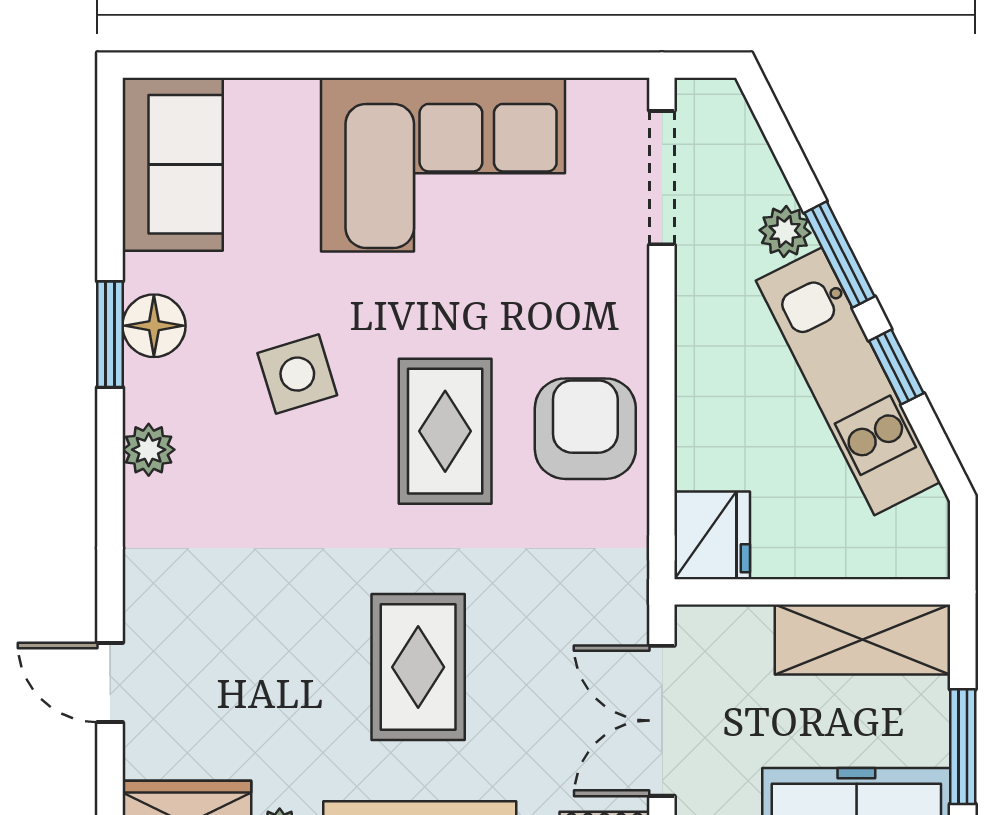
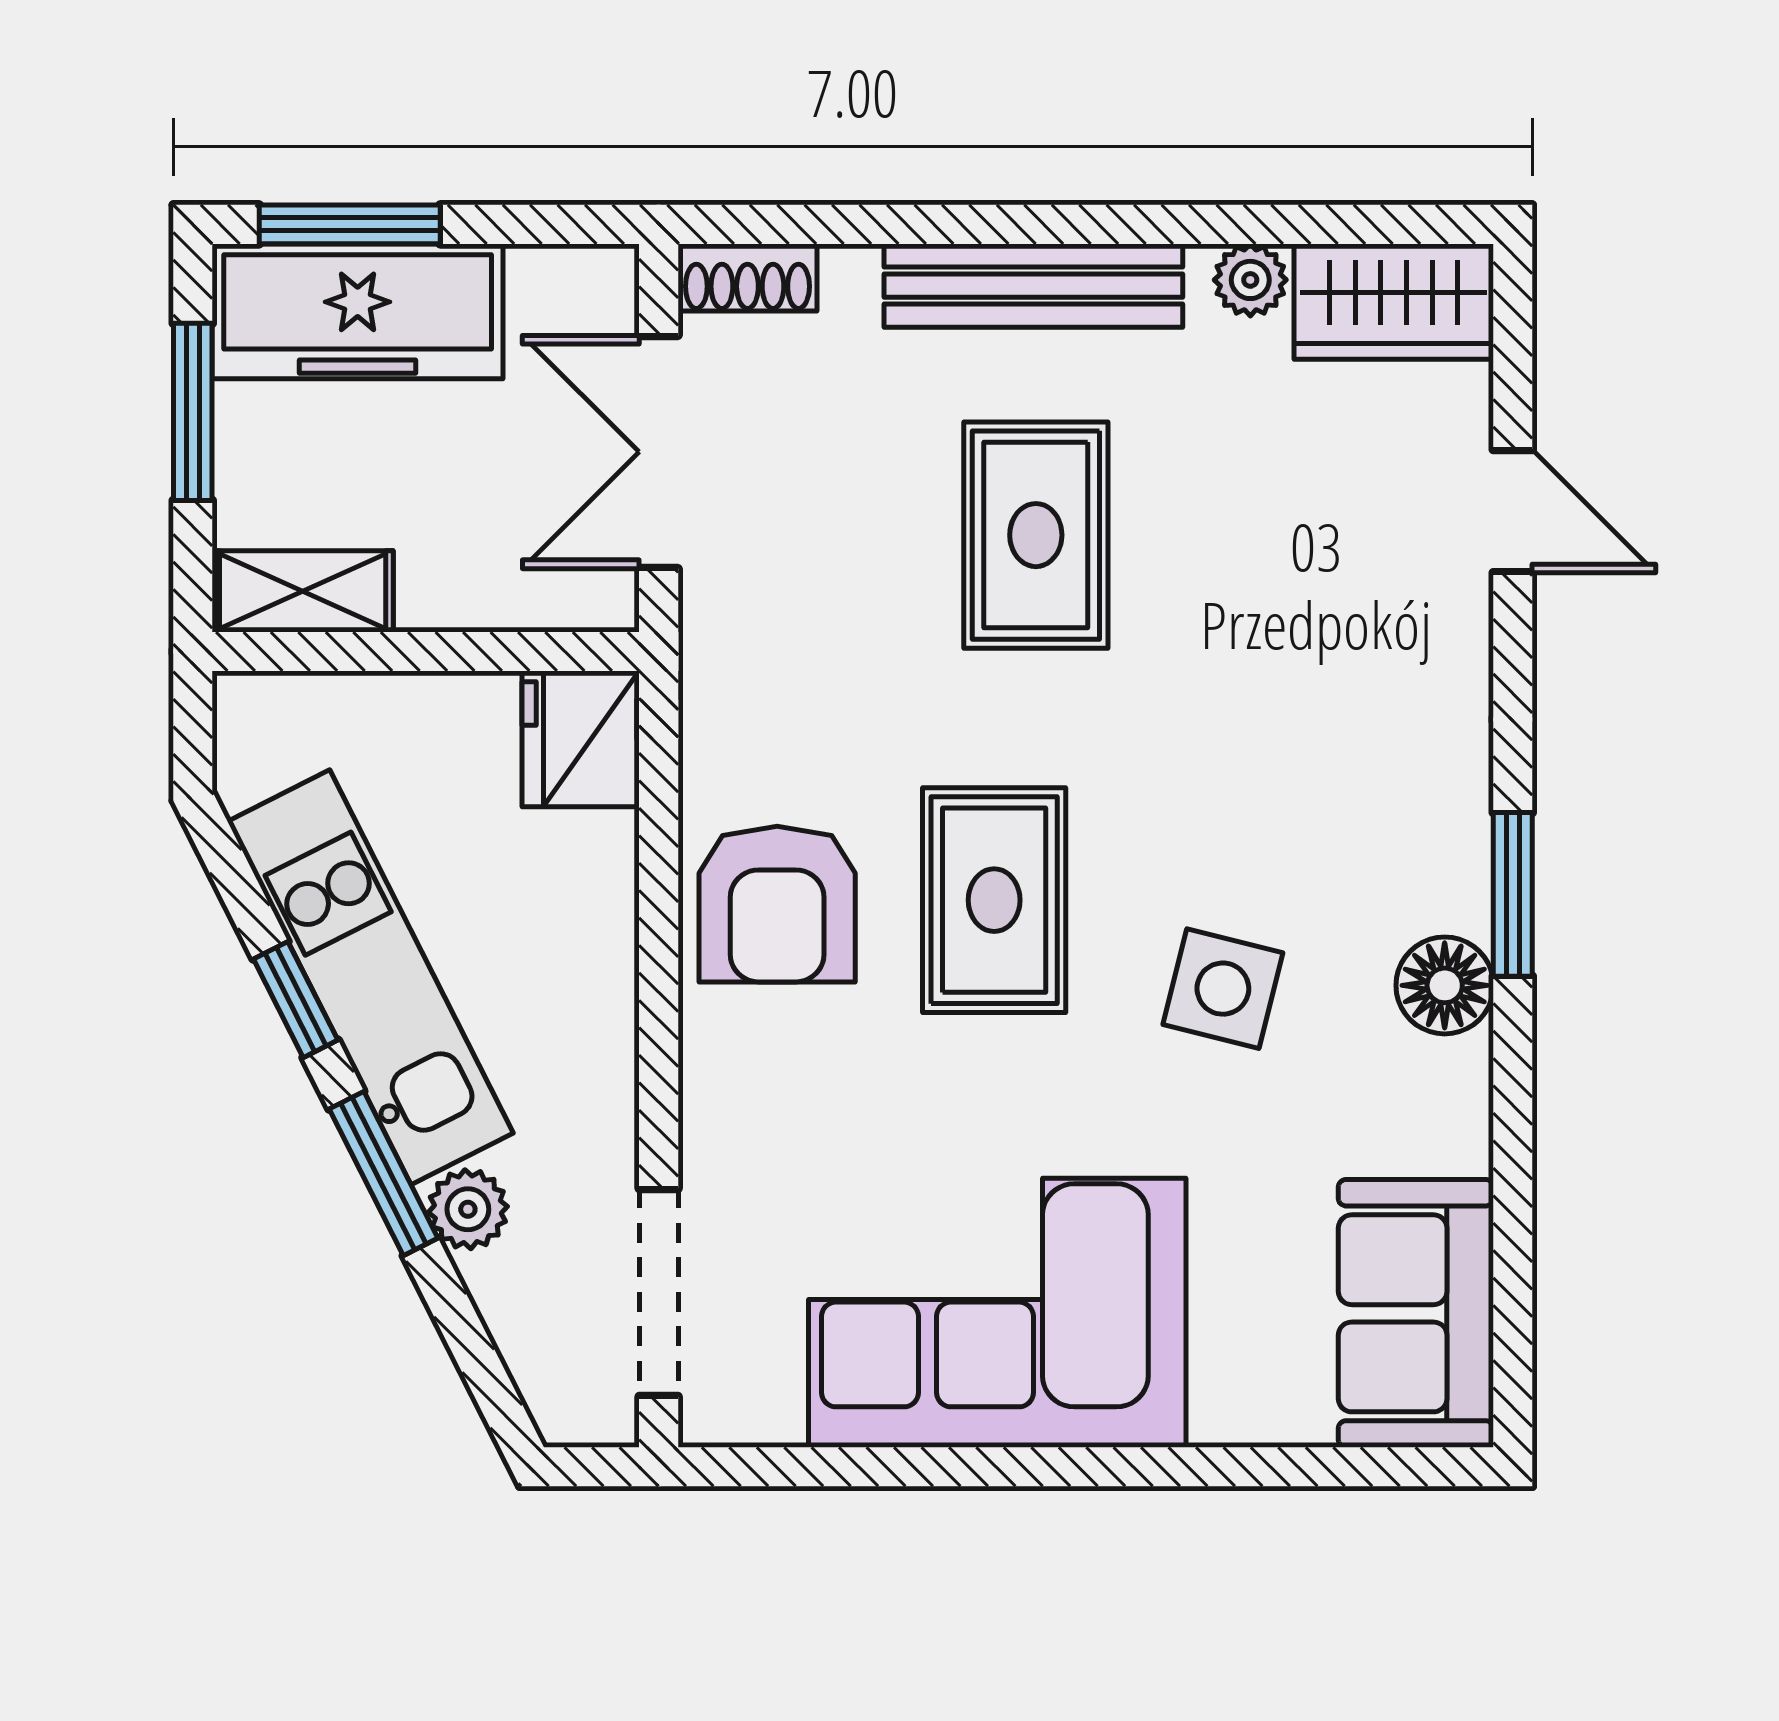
floor lamp: (154, 326) -> (1445, 985), moved
window: (110, 334) -> (1513, 894), moved
side table: (297, 374) -> (1223, 989), turned 31
plant: (149, 450) -> (1453, 871), removed
shelving: (863, 639) -> (303, 591), width x0.67, depth x0.75
double door: (662, 721) -> (659, 452), swing flipped

